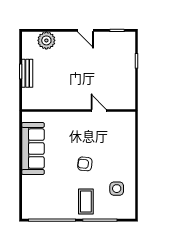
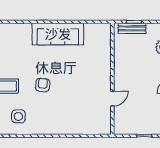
wall: (79, 111) -> (112, 79), moved
door: (99, 111) -> (112, 99), moved

